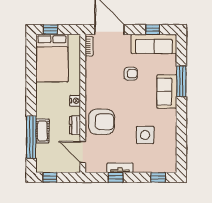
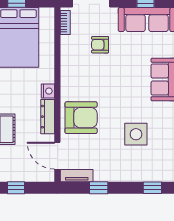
armchair: (131, 74) -> (100, 45), moved, turned 180
dresser: (75, 125) -> (48, 117), width x1.44
tv unit: (120, 168) -> (77, 176), moved

